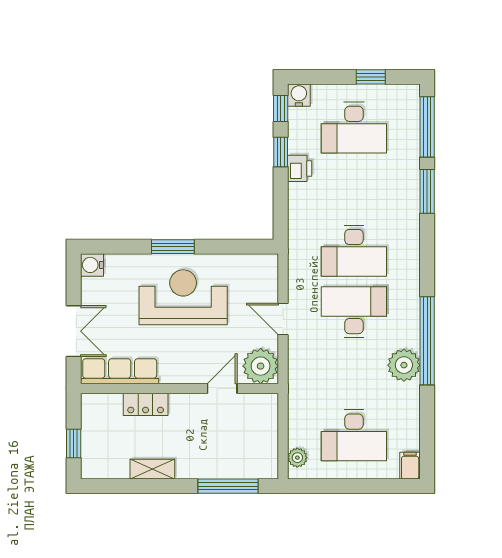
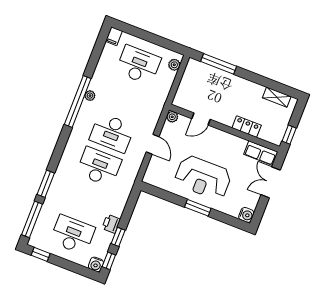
window: (371, 77) -> (41, 254), moved
plant: (404, 365) -> (90, 96), width x0.53, depth x0.53
plant: (261, 366) -> (172, 117), width x0.53, depth x0.53
row of seats: (120, 371) -> (261, 153), width x0.68
window: (74, 444) -> (289, 135), moved
shelving: (152, 469) -> (277, 97), moved

